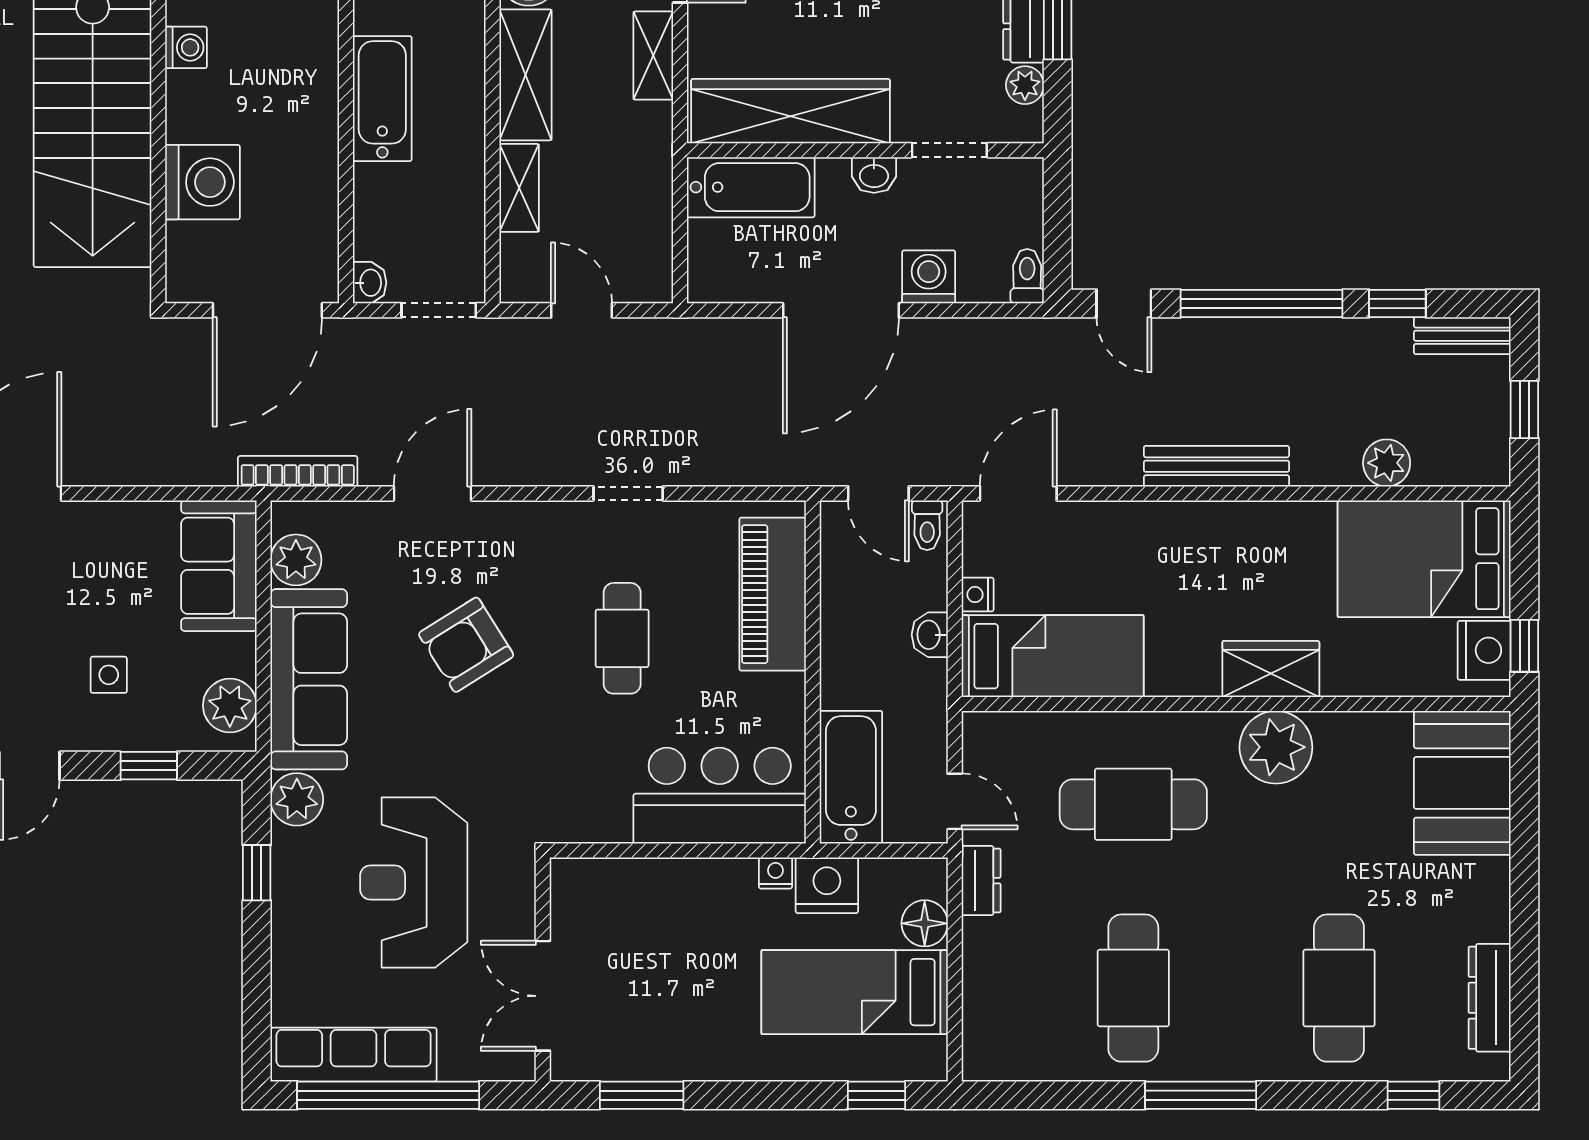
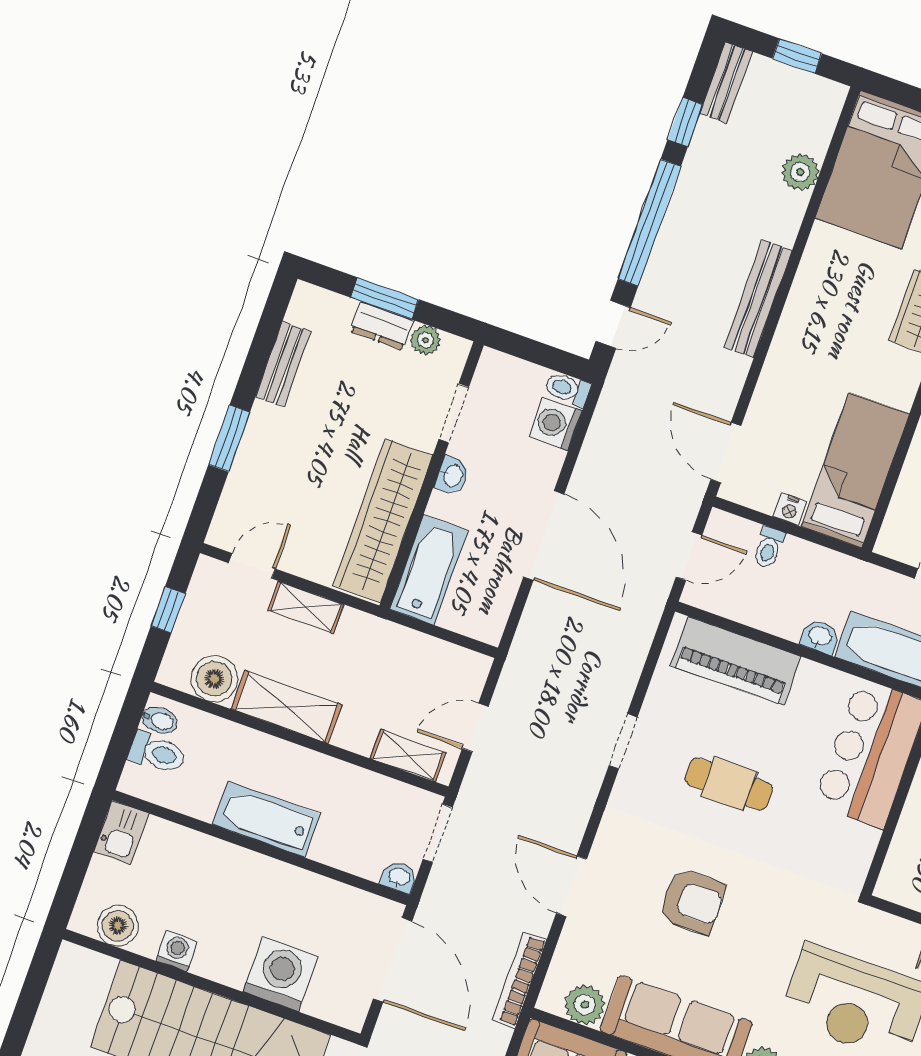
shelving: (519, 188) -> (408, 756), moved
washing machine: (929, 277) -> (556, 424), moved
toilet: (927, 525) -> (769, 547), moved, turned 90
washbasin: (930, 635) -> (820, 637), moved, turned 180
armchair: (466, 645) -> (692, 901), turned -58

